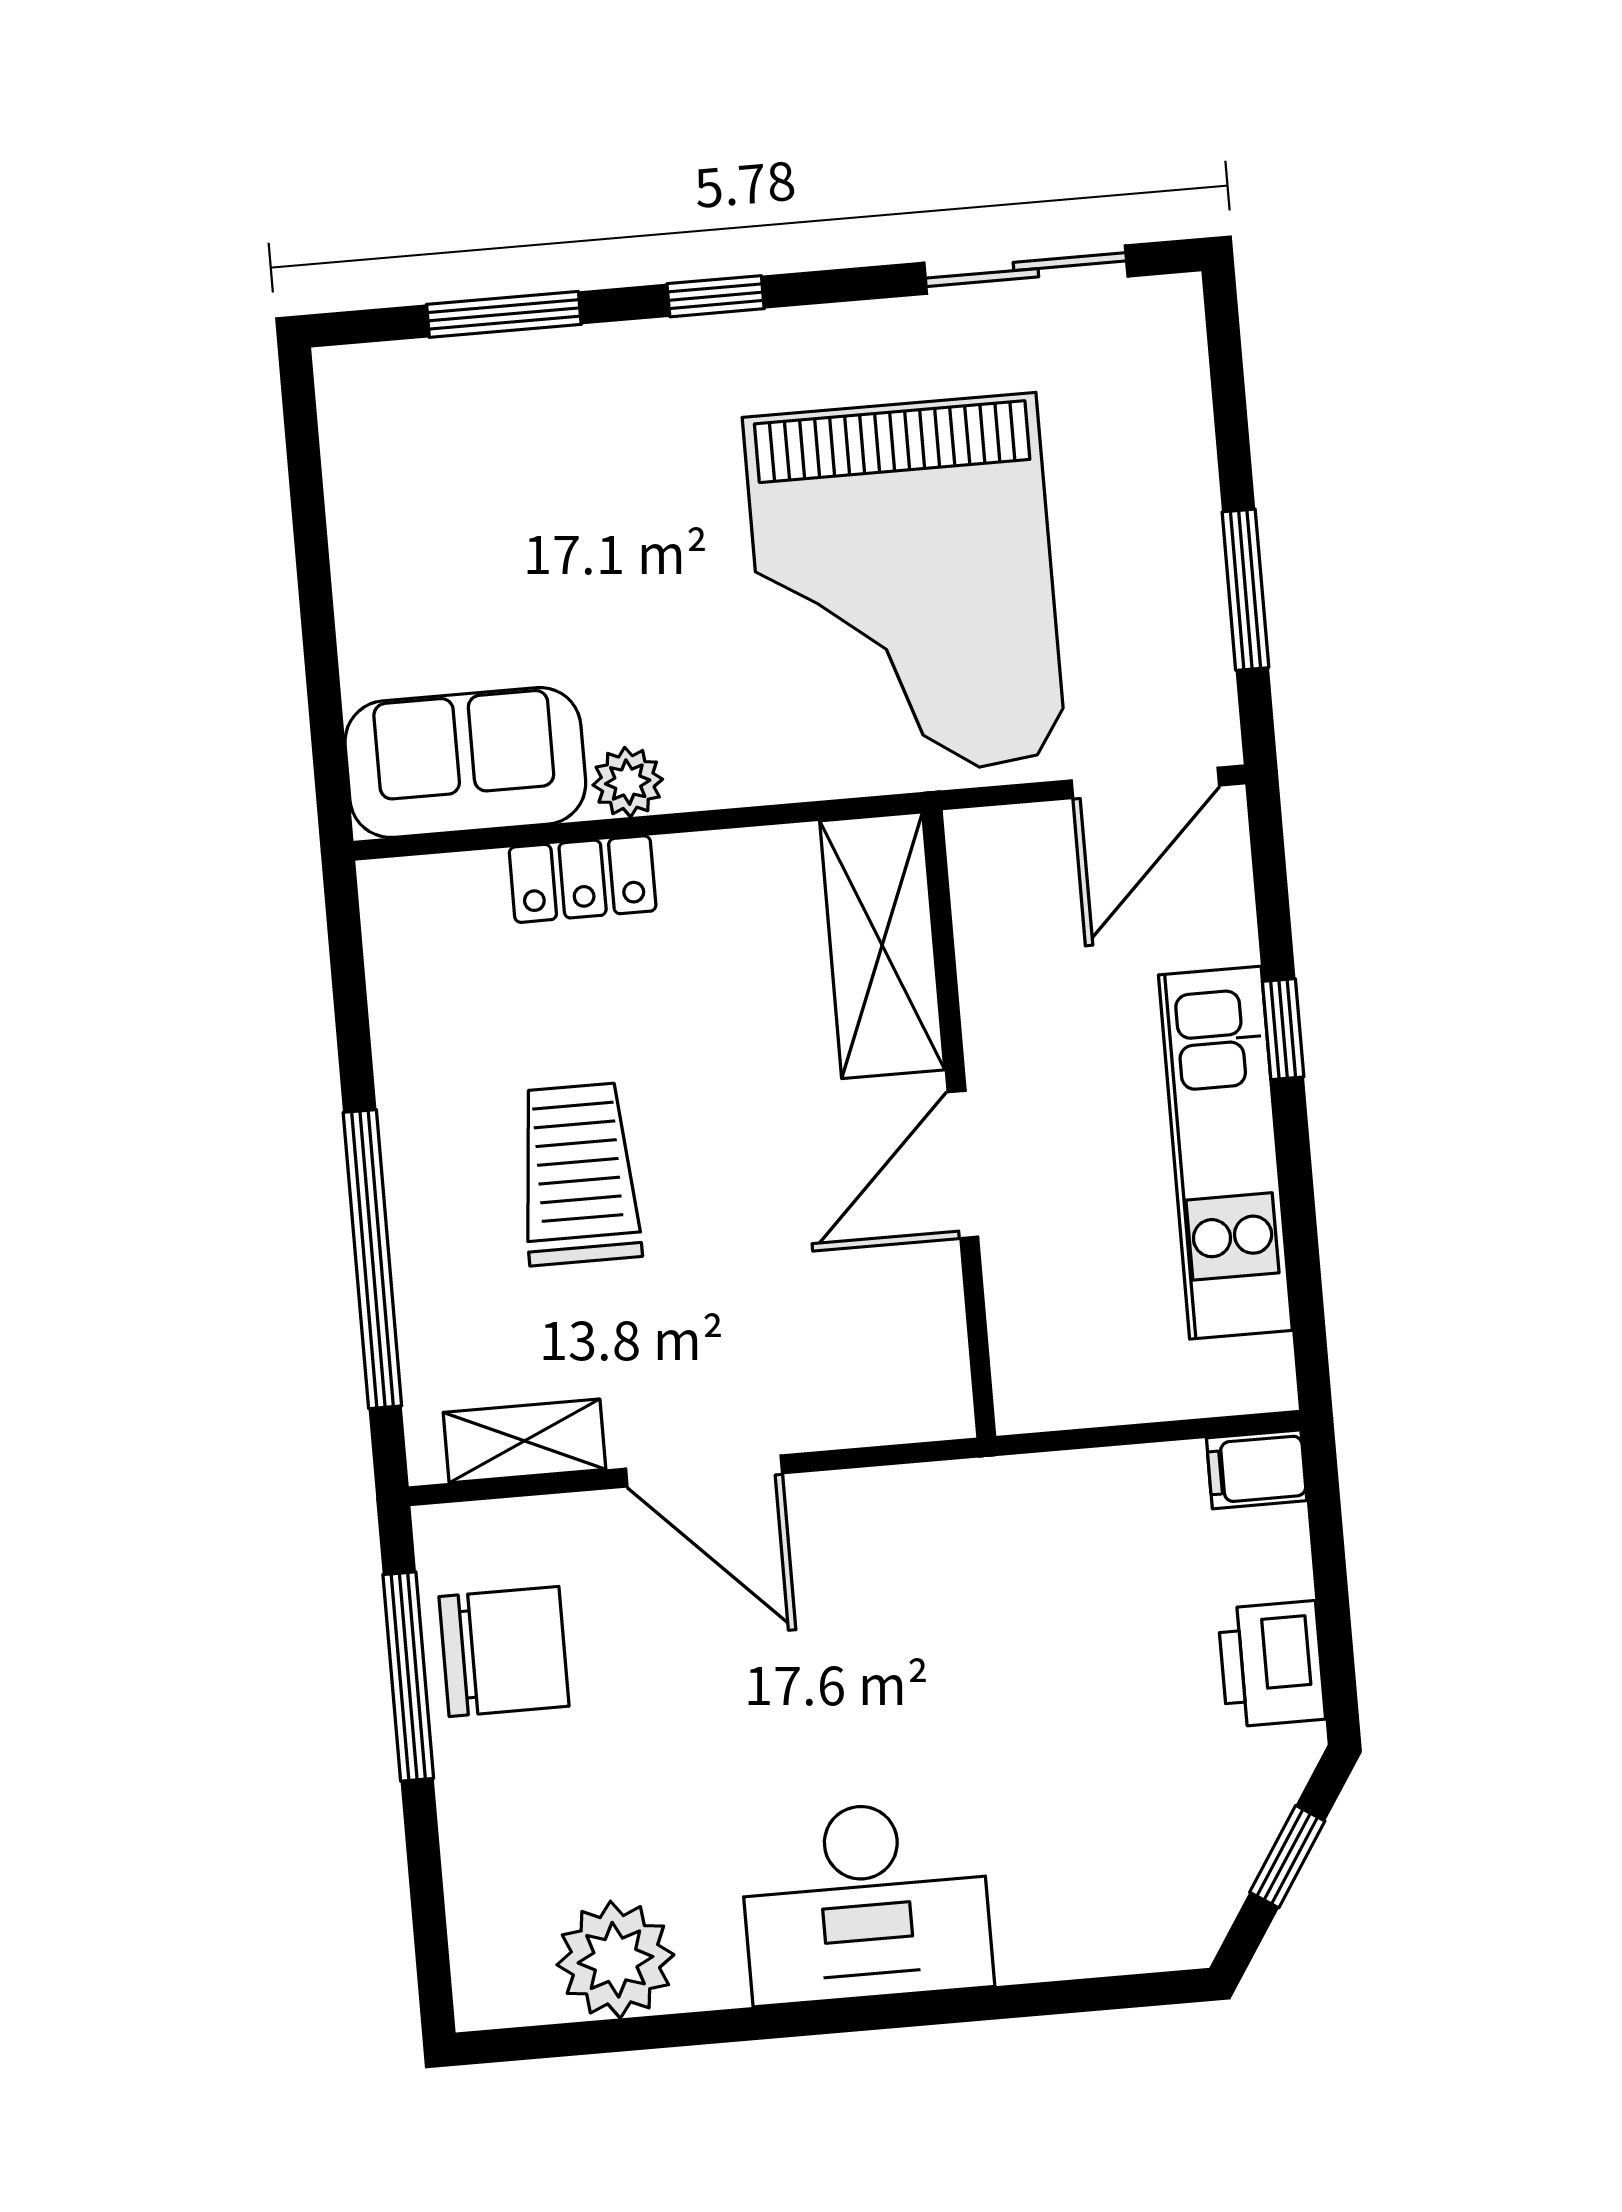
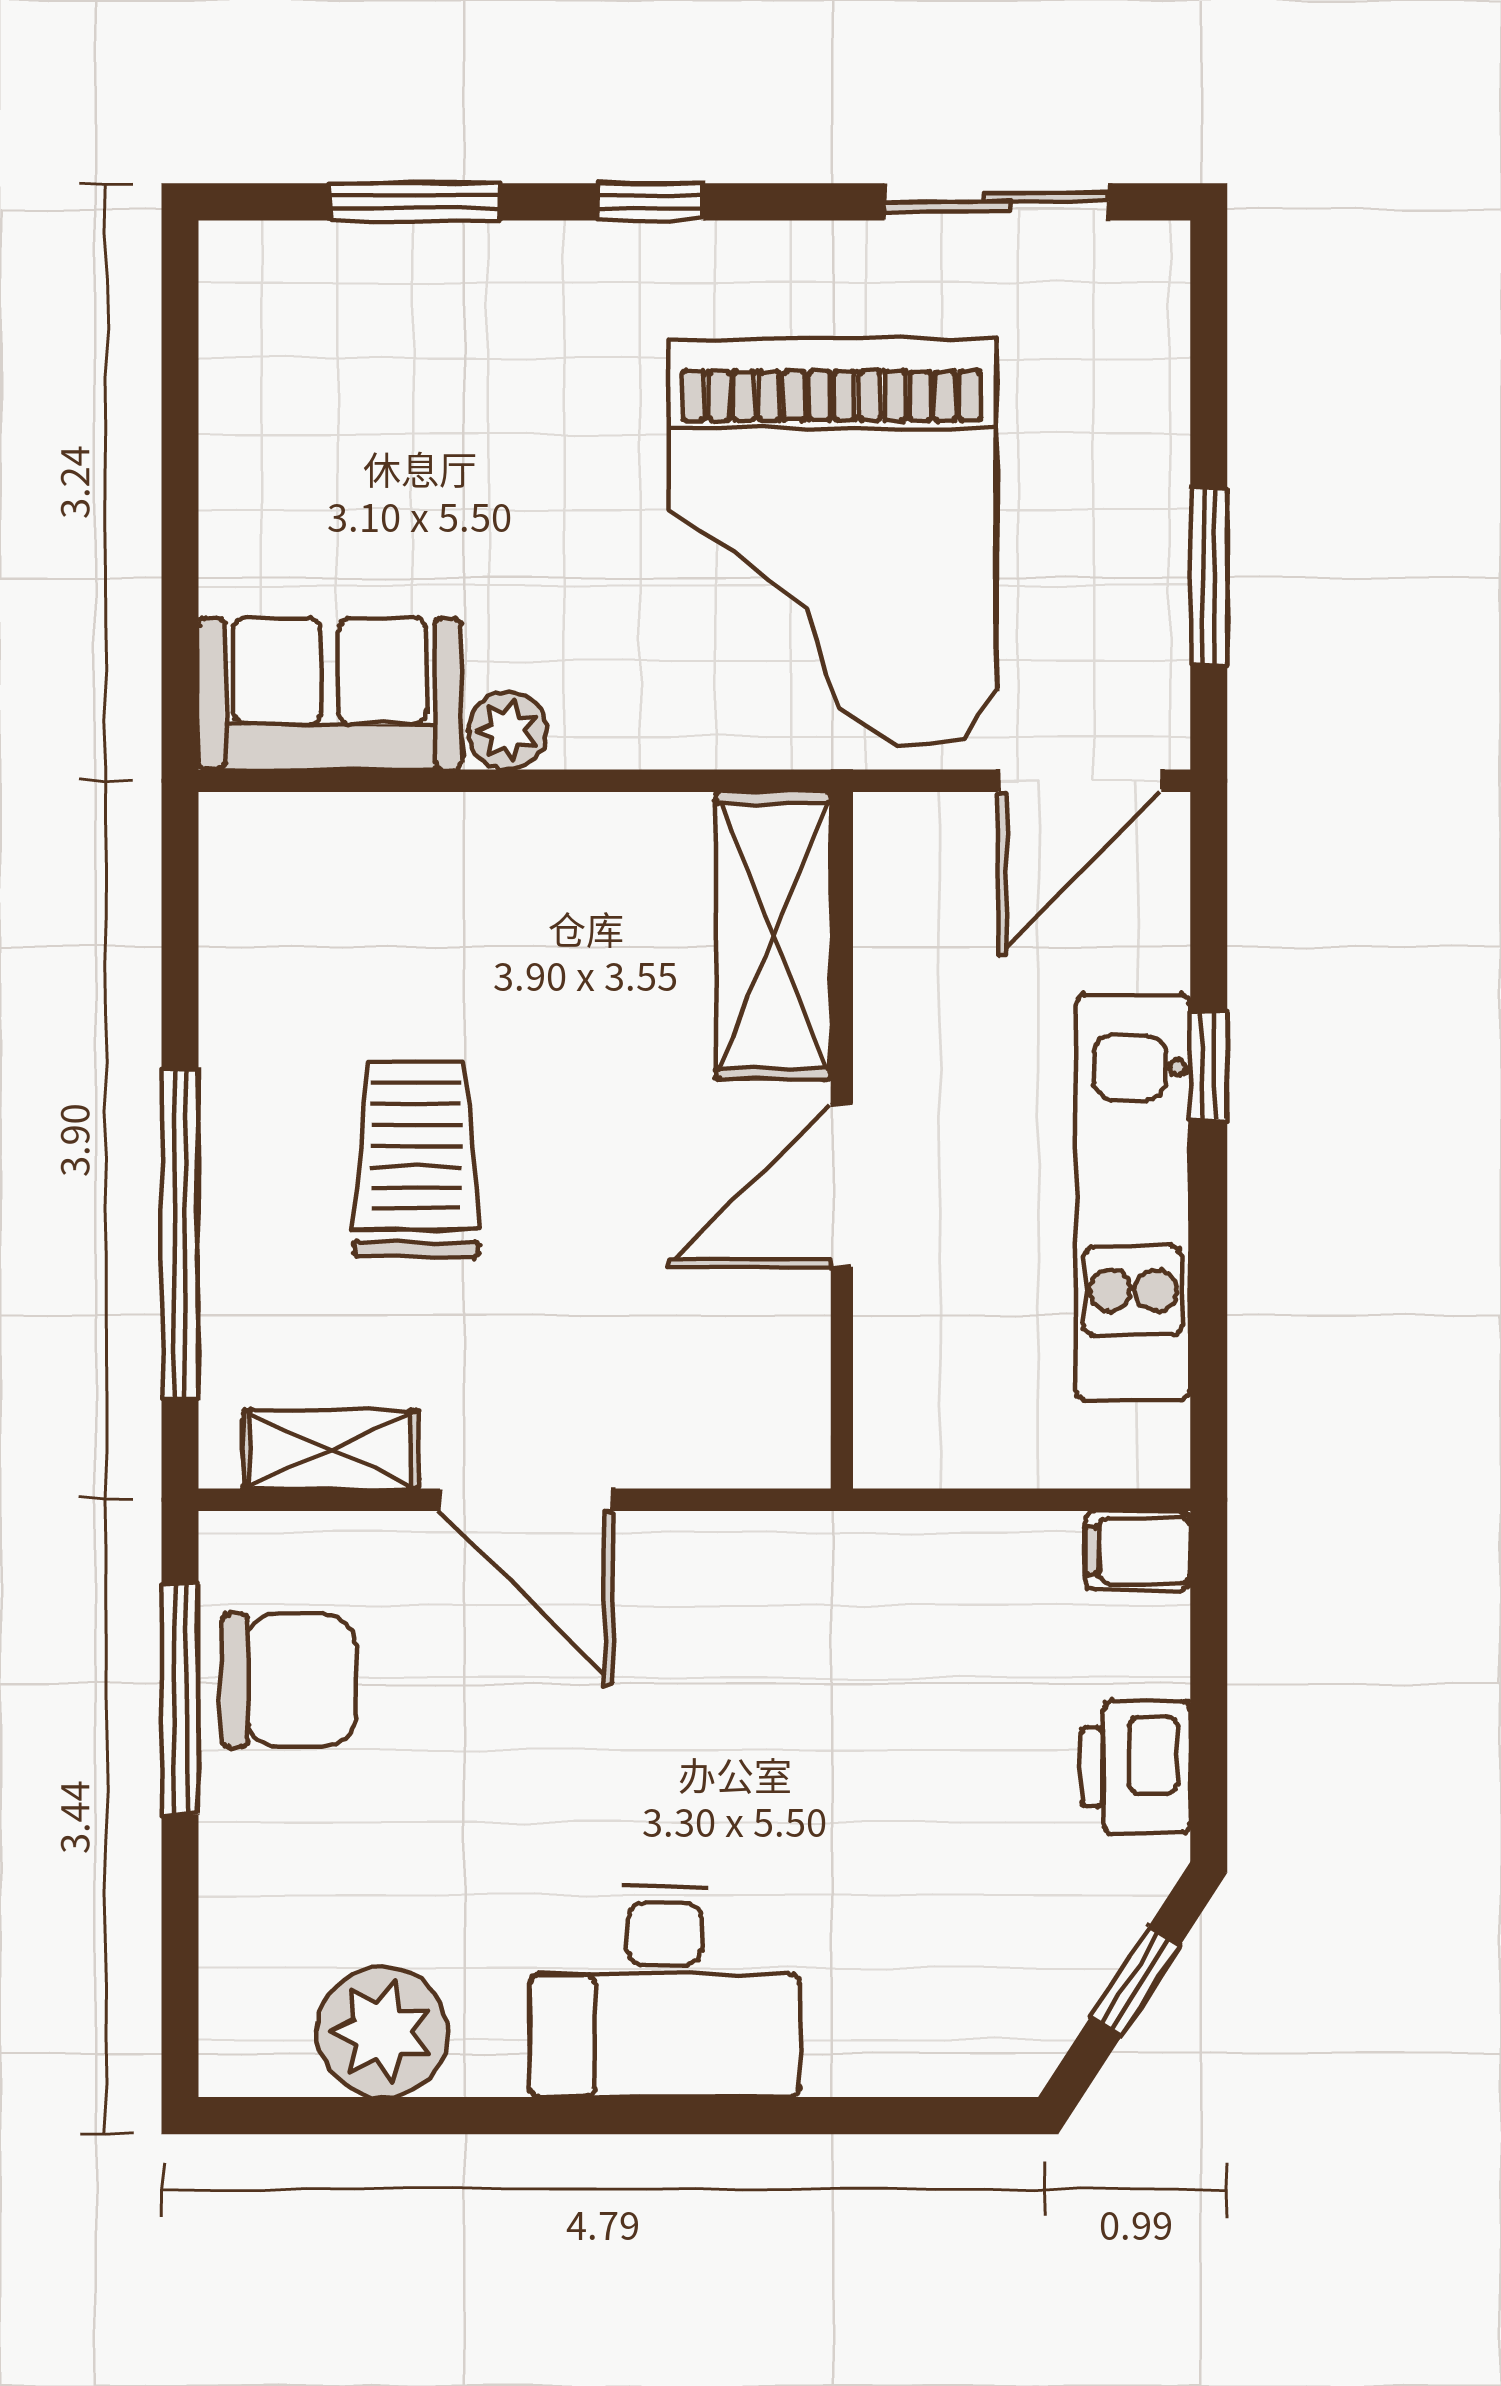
locker: (583, 879) -> (448, 834), removed

